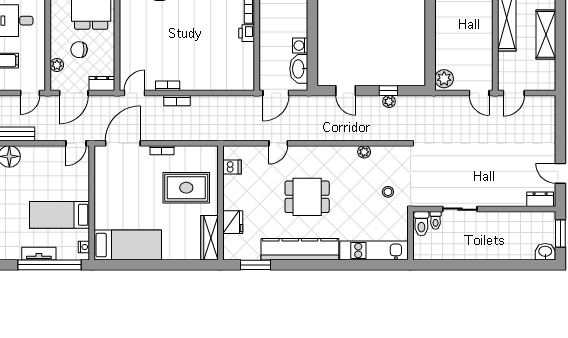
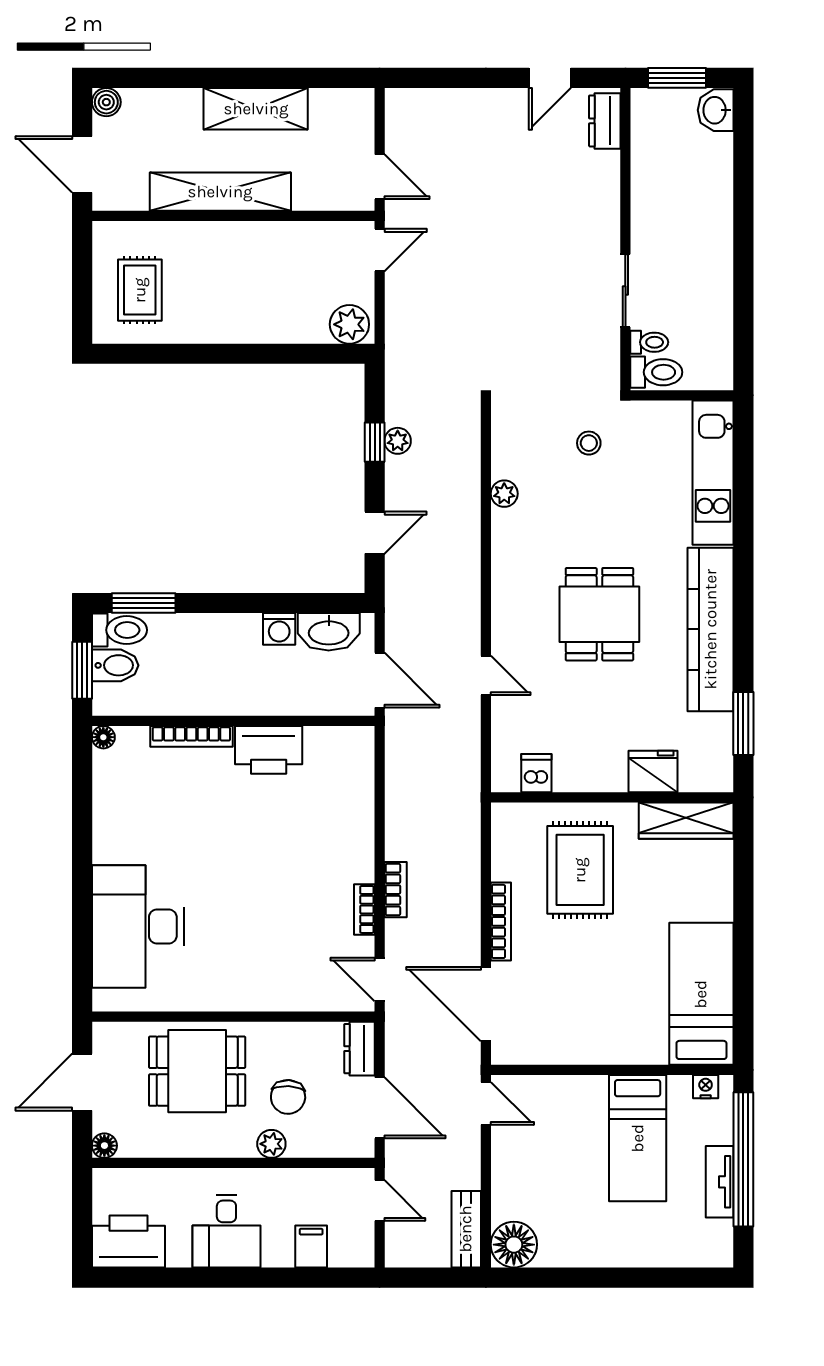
printer: (247, 33) -> (269, 750), width x1.87, depth x1.48
plant: (57, 65) -> (271, 1144), moved
bookcase: (162, 150) -> (501, 921), width x1.56

